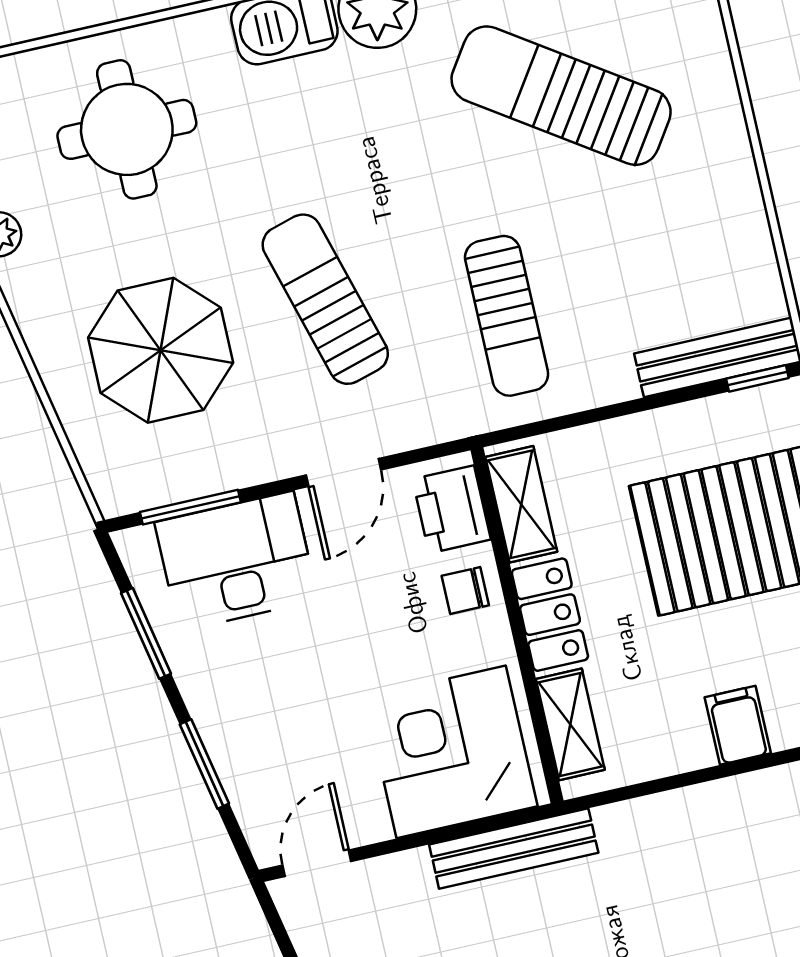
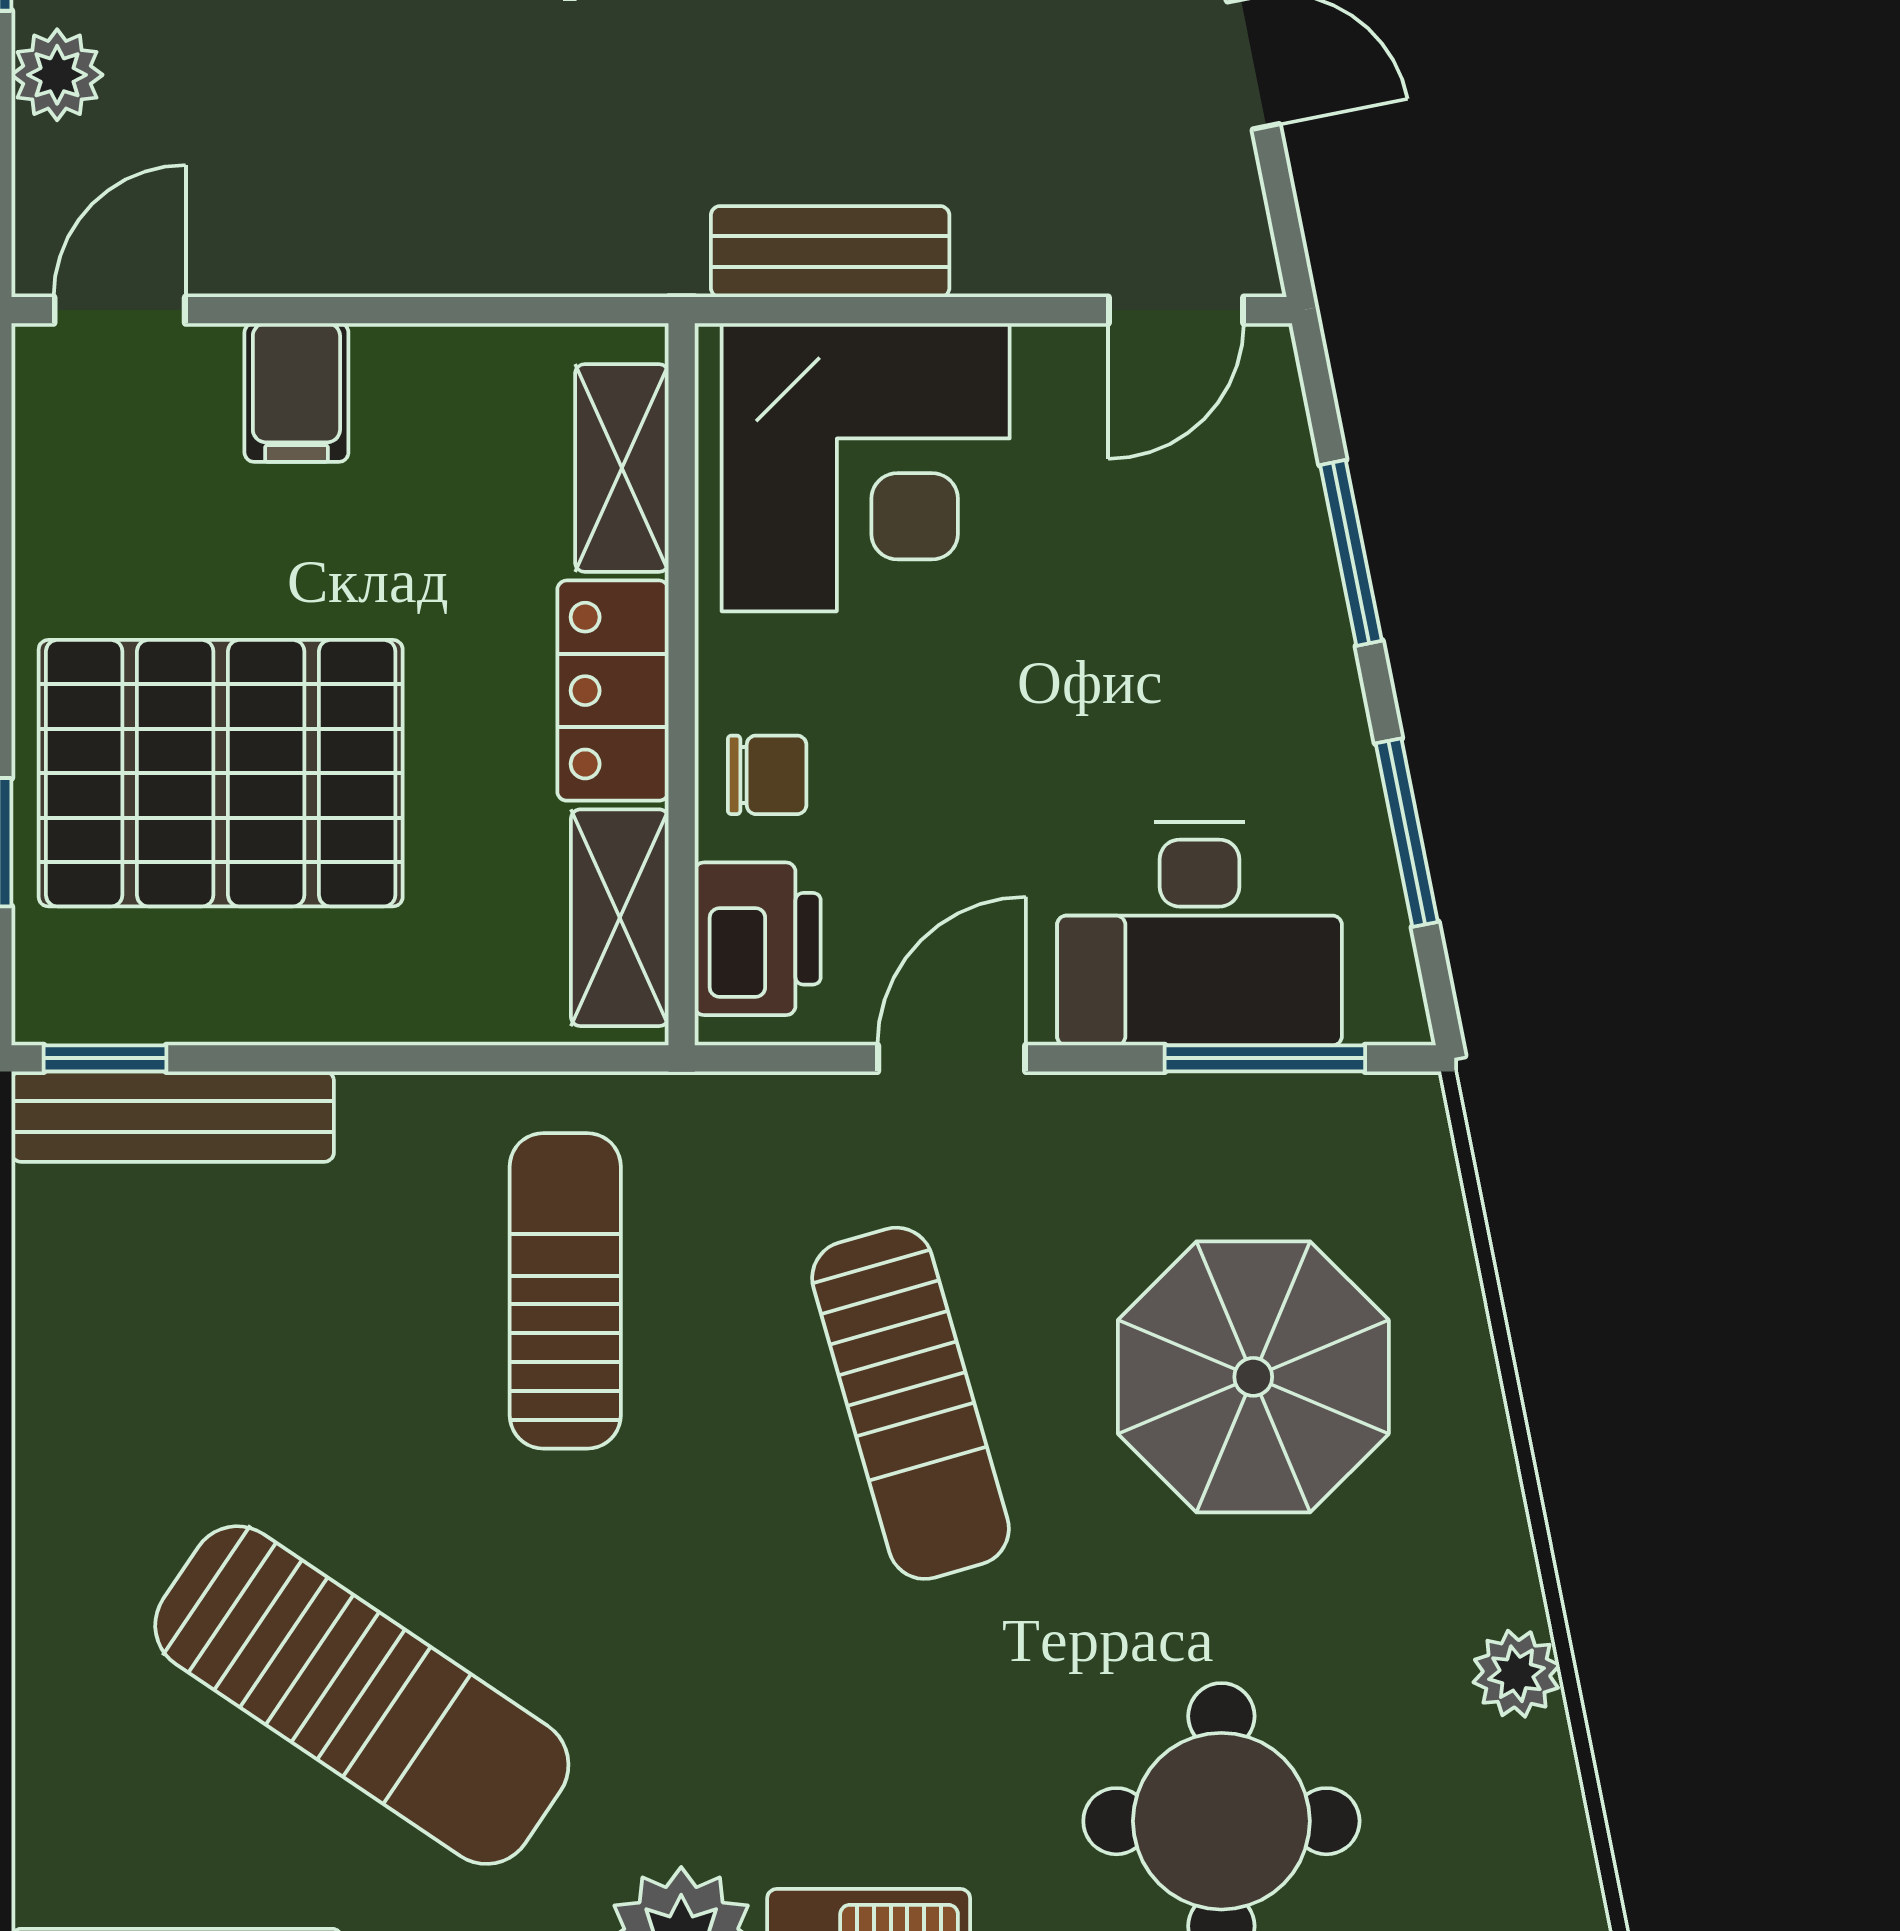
bench: (514, 849) -> (830, 252), width x0.73

